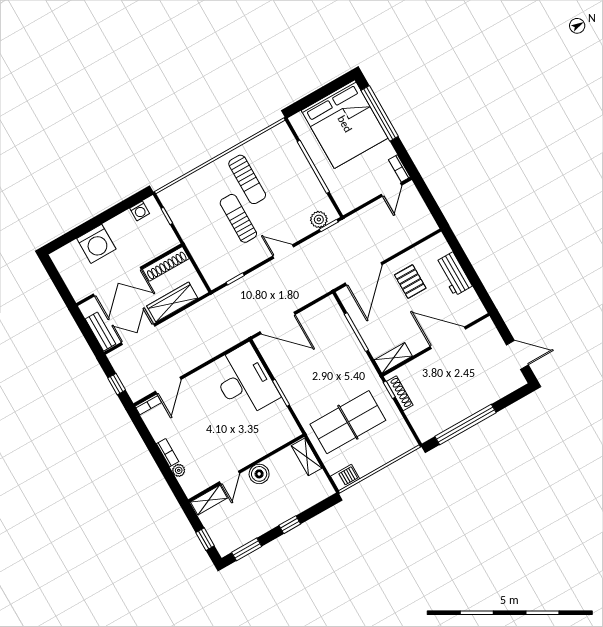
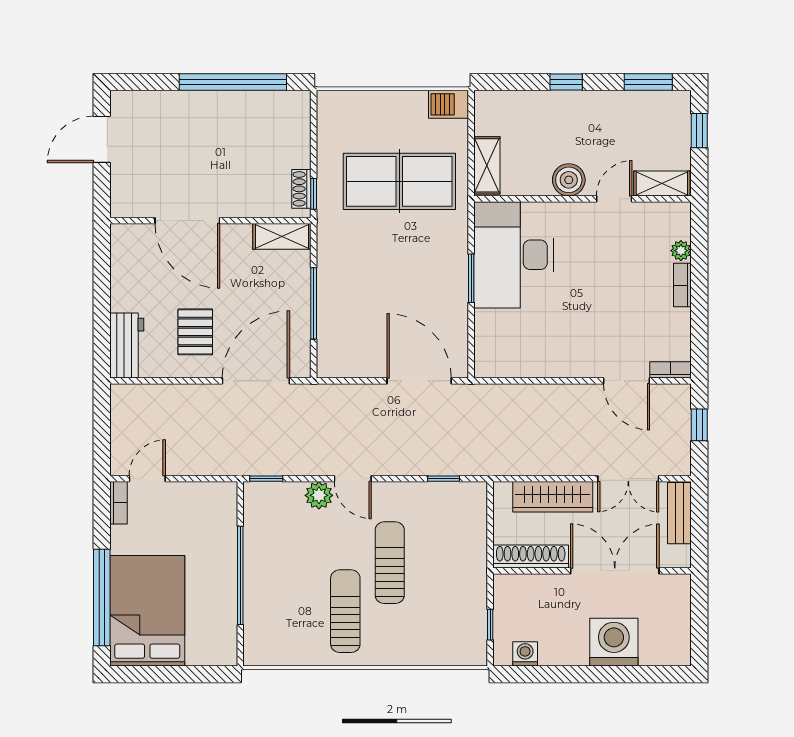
bed: (345, 124) -> (147, 611), width x0.73
sun lounger: (238, 218) -> (390, 563), turned 180
plant: (319, 219) -> (319, 495), moved
workbench: (454, 274) -> (127, 345), moved
door: (517, 355) -> (102, 139), hinge flipped
desk: (244, 381) -> (514, 255), moved
door: (168, 385) -> (627, 381), swing flipped
shoe rack: (400, 393) -> (301, 189), width x0.70

